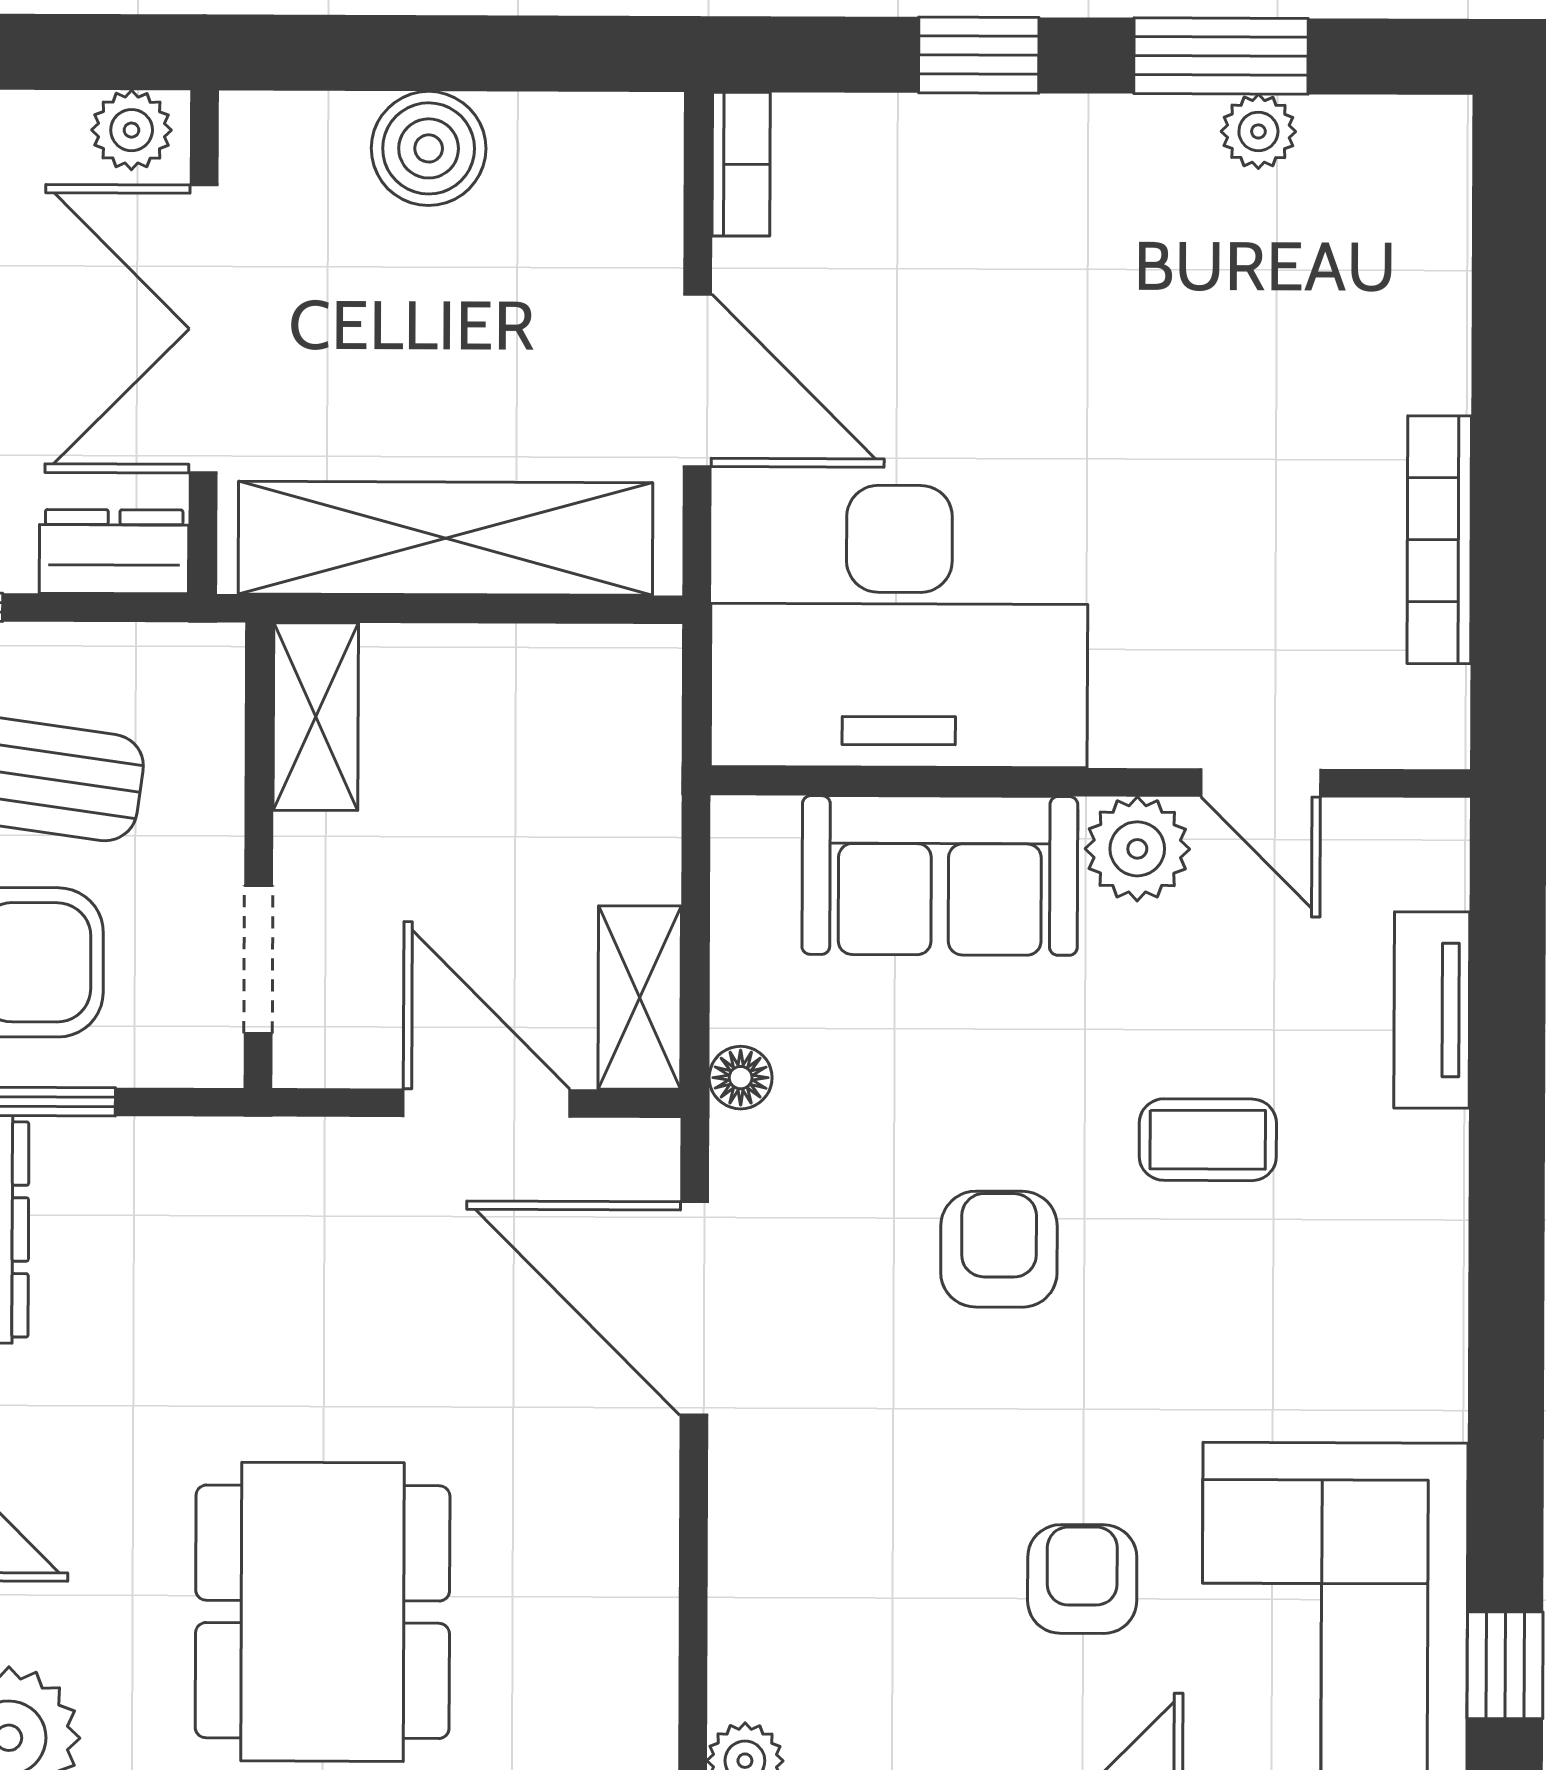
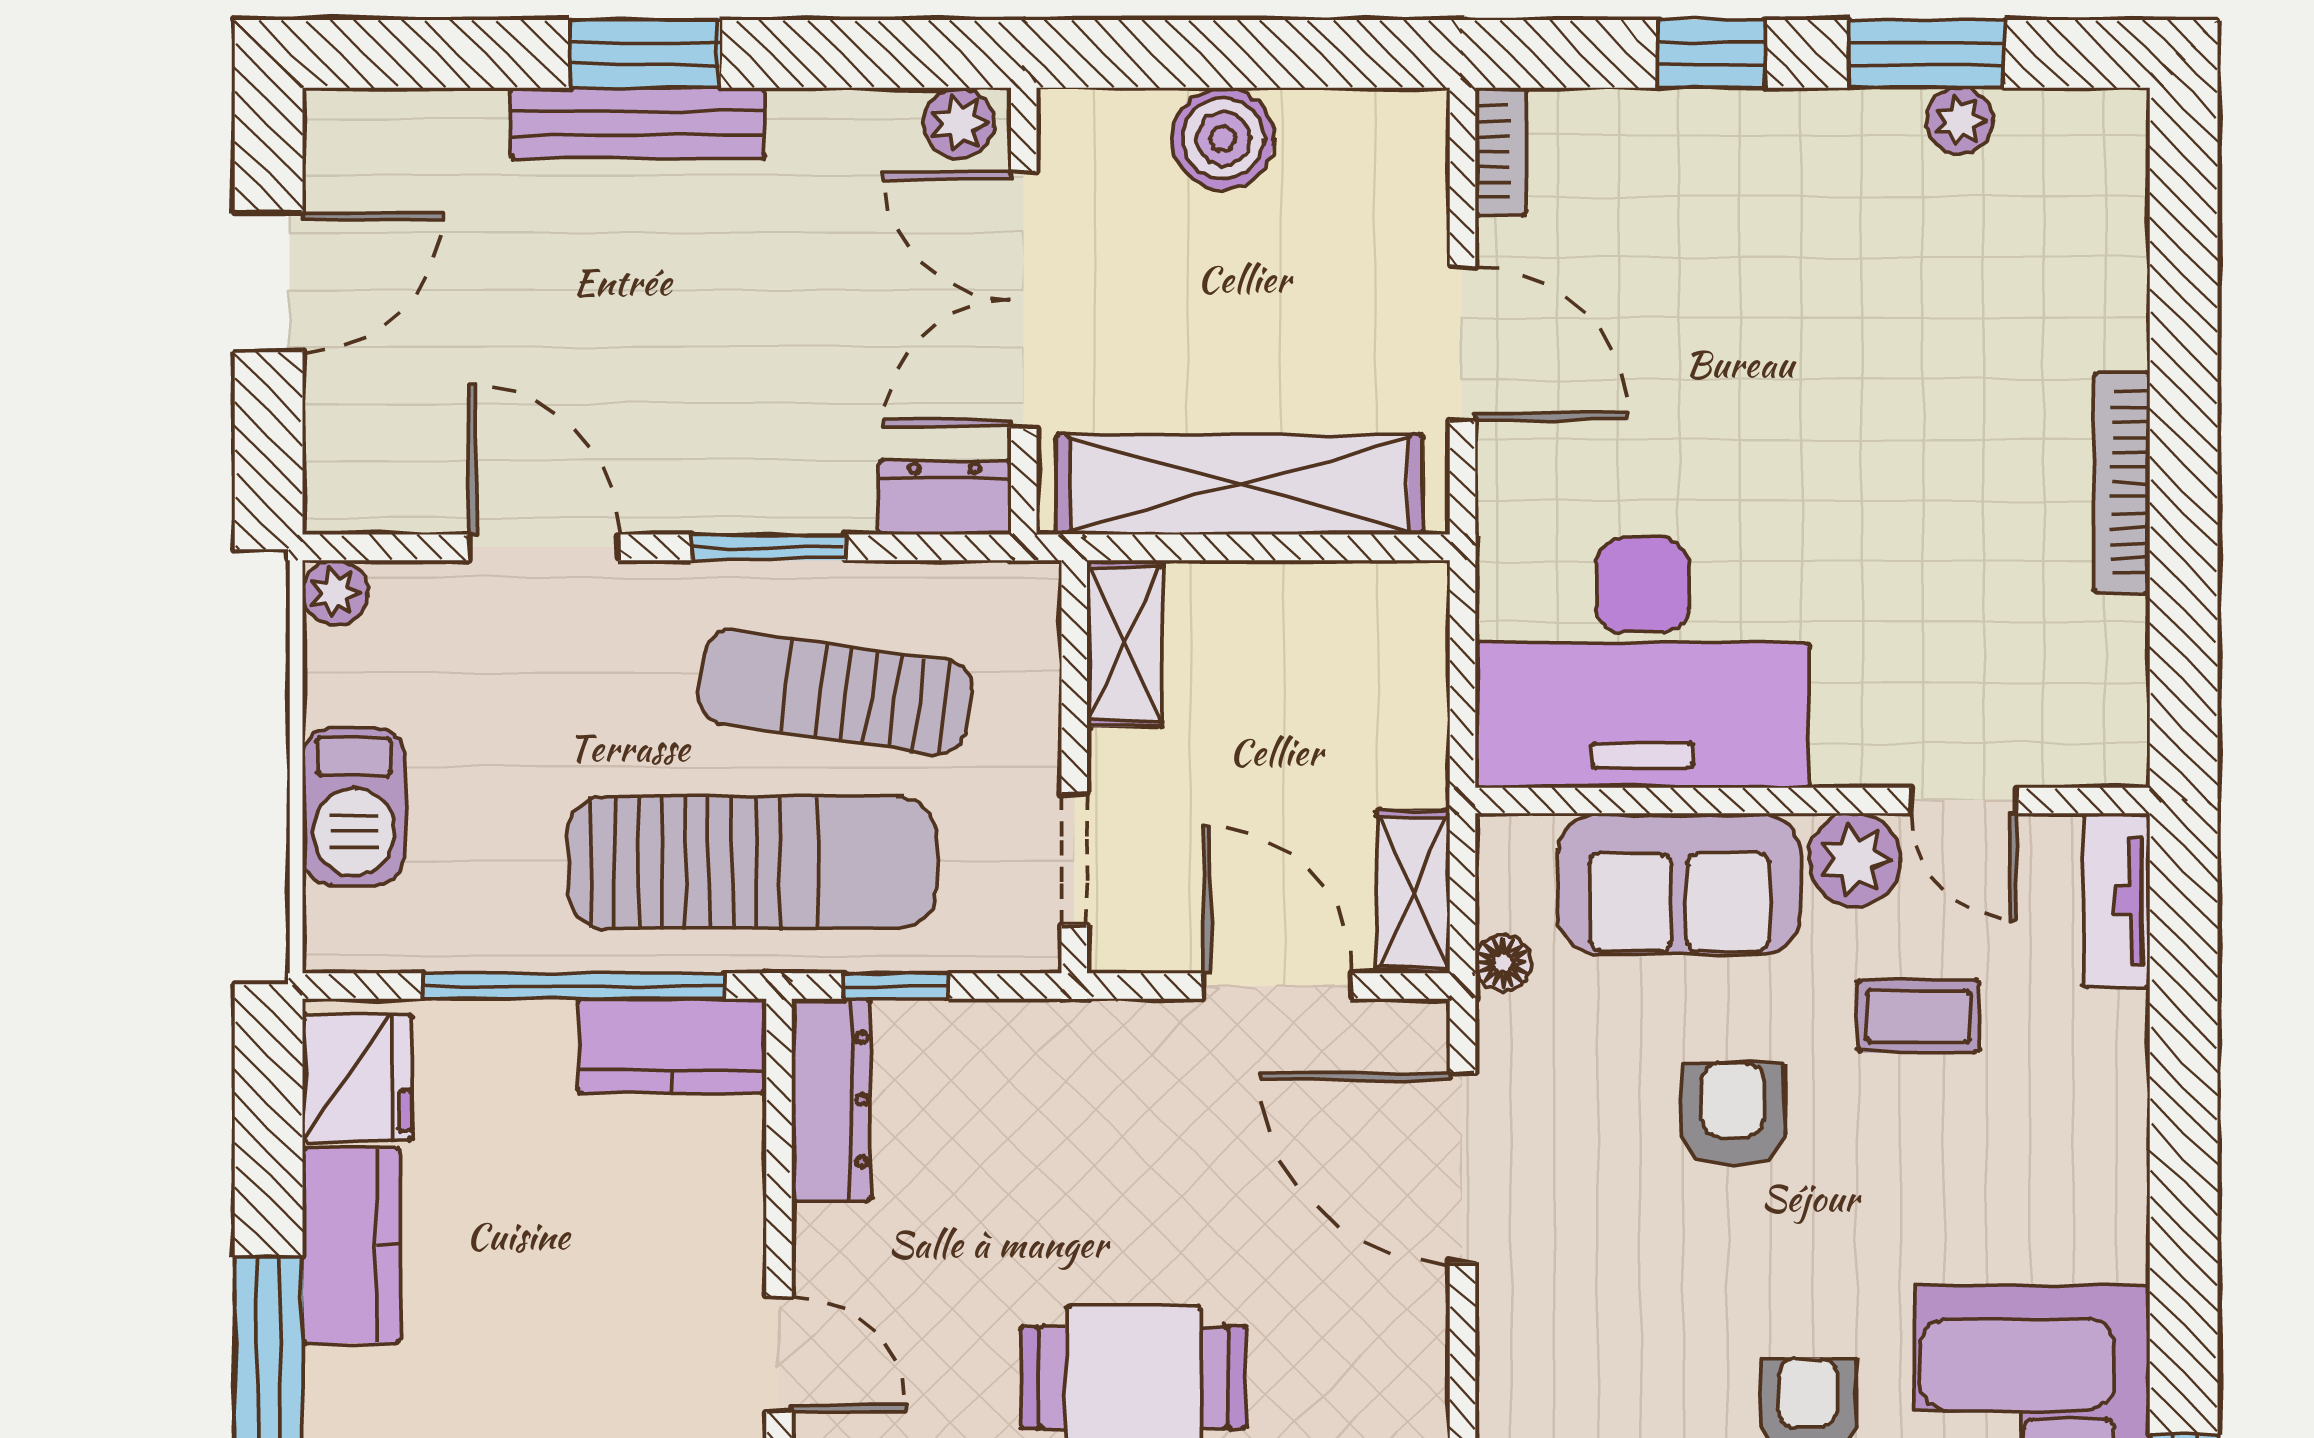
desk: (899, 626) -> (1642, 663), moved
wall: (1090, 782) -> (1813, 800), moved
door: (1261, 783) -> (1964, 800), moved
plant: (1137, 849) -> (1855, 860), moved
sofa: (940, 875) -> (1679, 884), moved

